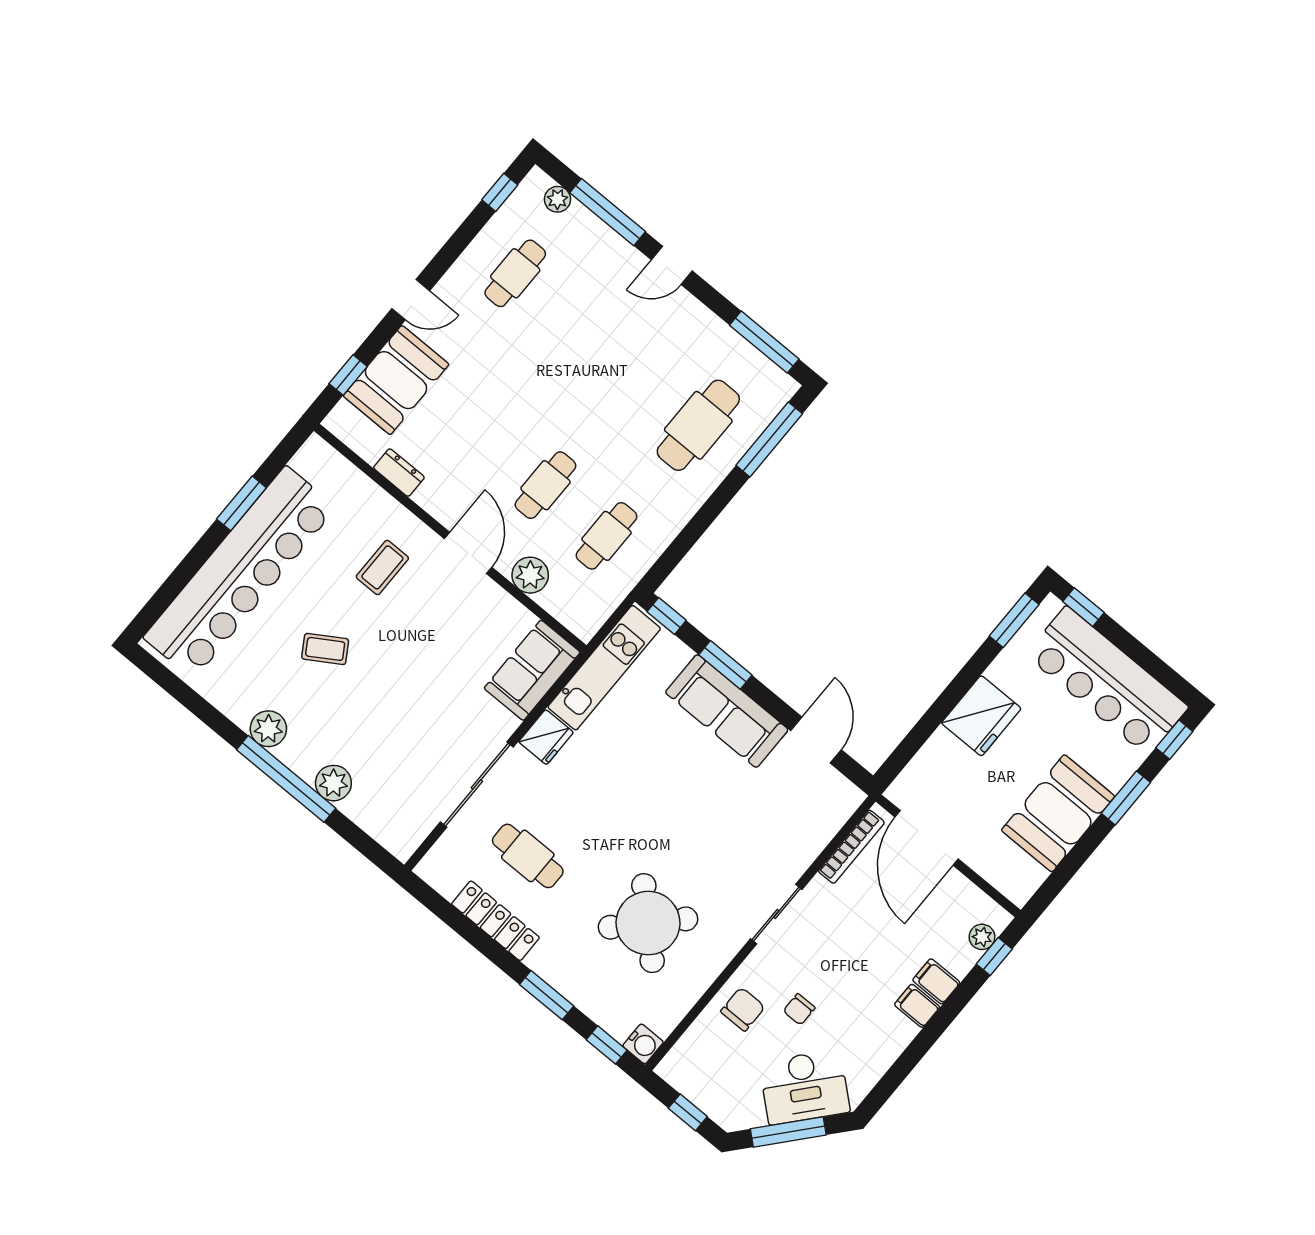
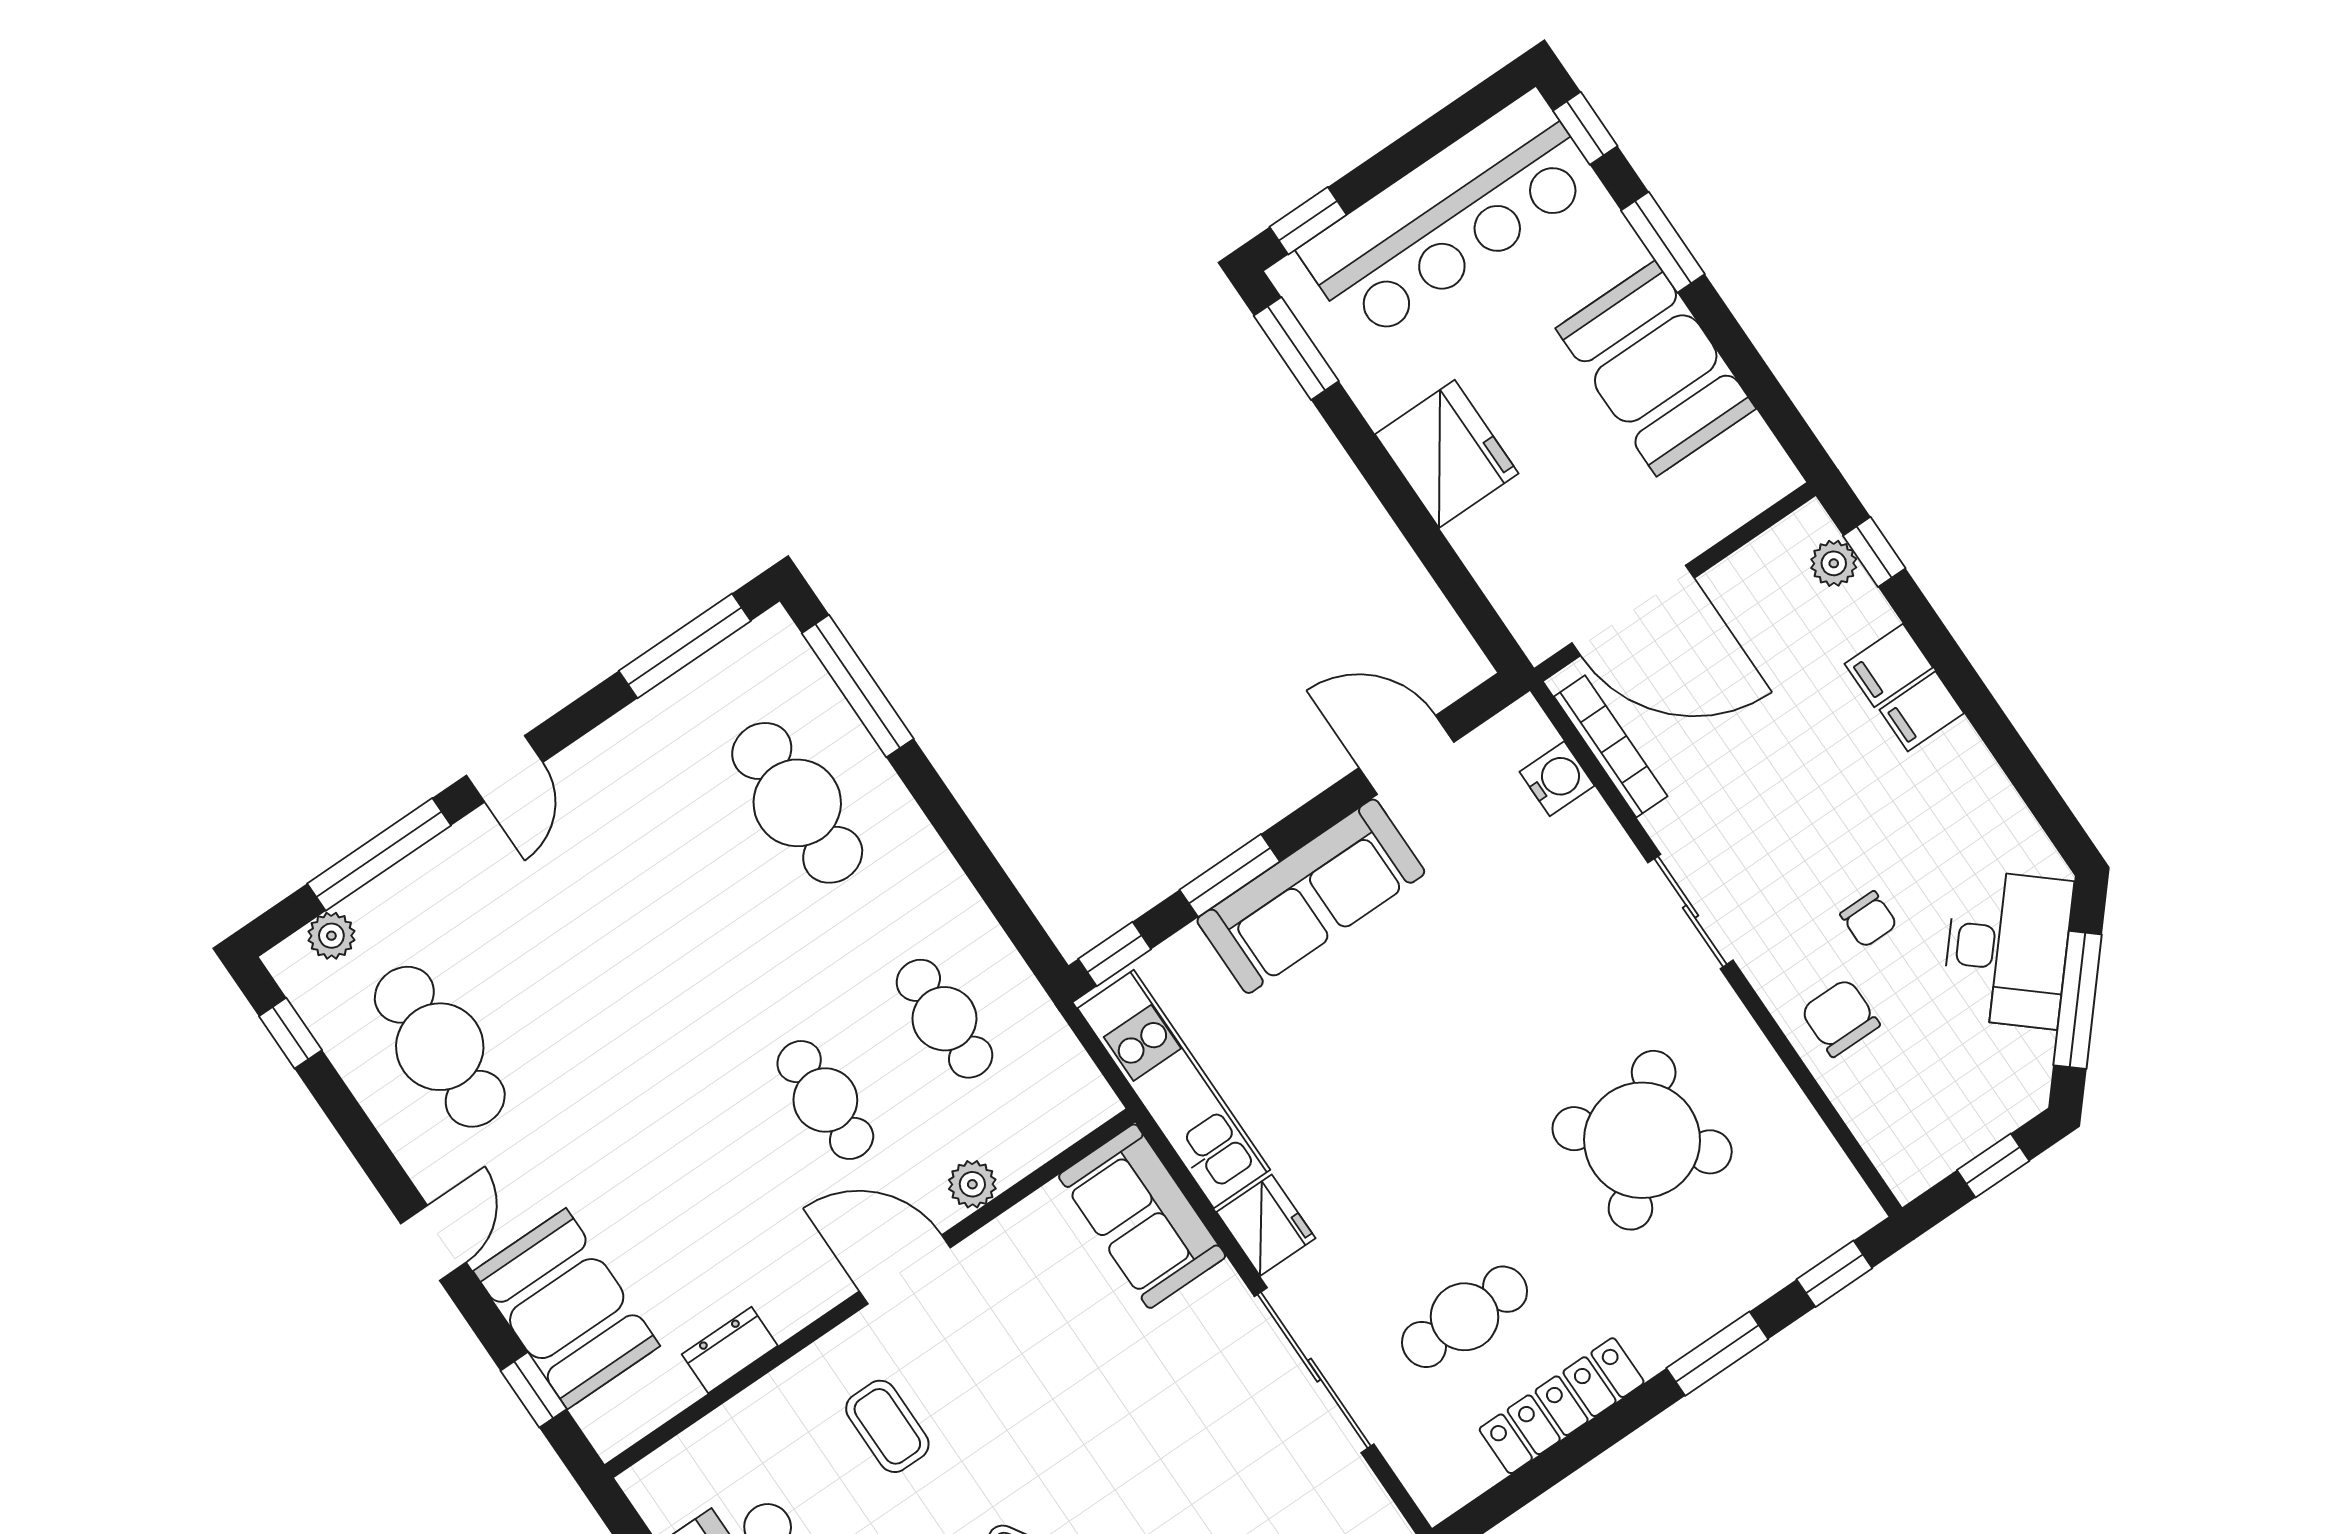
cafe table: (515, 273) -> (440, 1047), width x1.37, depth x1.35
plant: (530, 575) -> (972, 1184), width x0.73, depth x0.73
water cooler: (643, 1044) -> (1557, 779), moved

